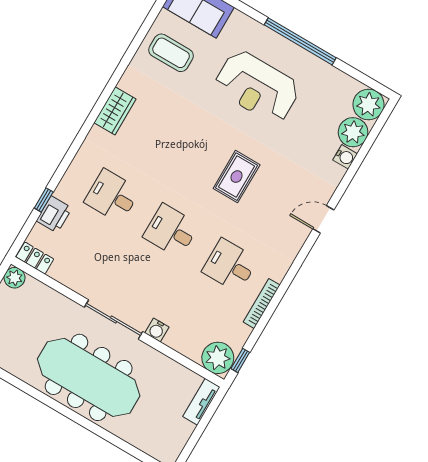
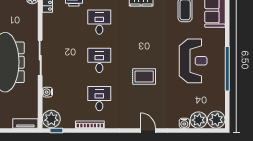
reception desk: (257, 87) -> (193, 61), turned 180
water cooler: (157, 330) -> (47, 92), moved

